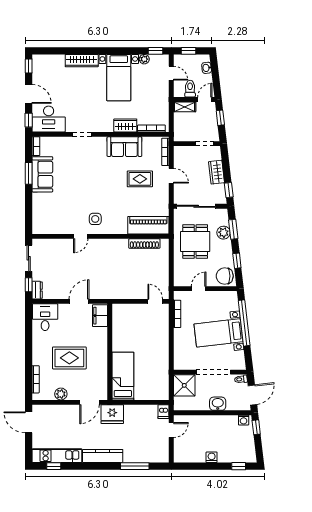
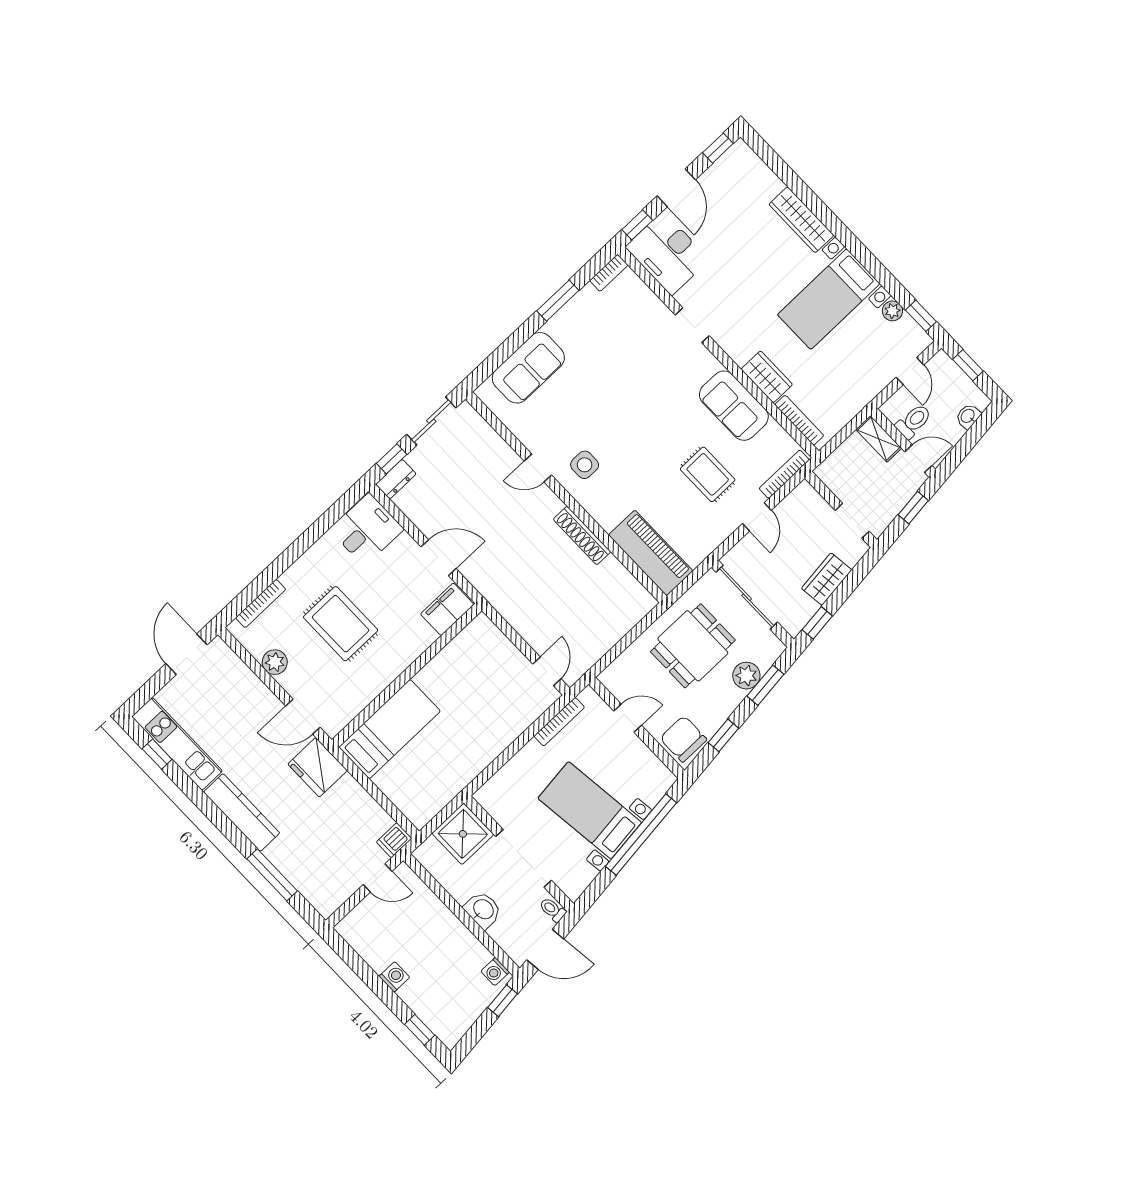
sofa: (42, 174) -> (528, 368), moved
shoe rack: (144, 244) -> (582, 535), moved

